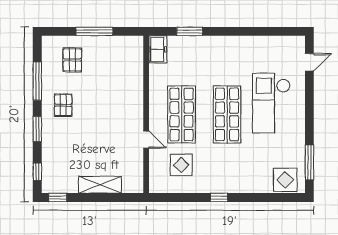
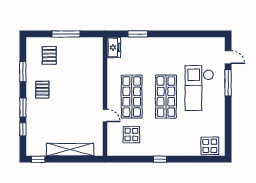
door: (309, 62) -> (228, 57), hinge flipped
window: (37, 81) -> (23, 71), width x0.69
window: (309, 162) -> (228, 83), moved
window: (37, 172) -> (23, 129), moved
shelving: (100, 185) -> (70, 150), width x1.47

